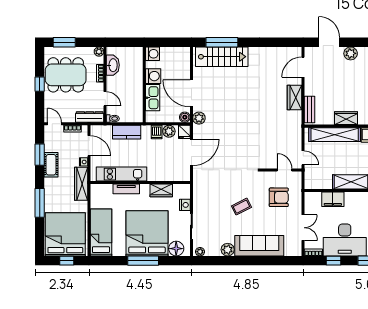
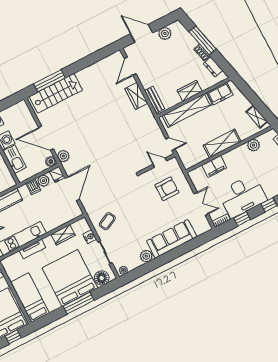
coffee table: (241, 207) -> (107, 221), moved

